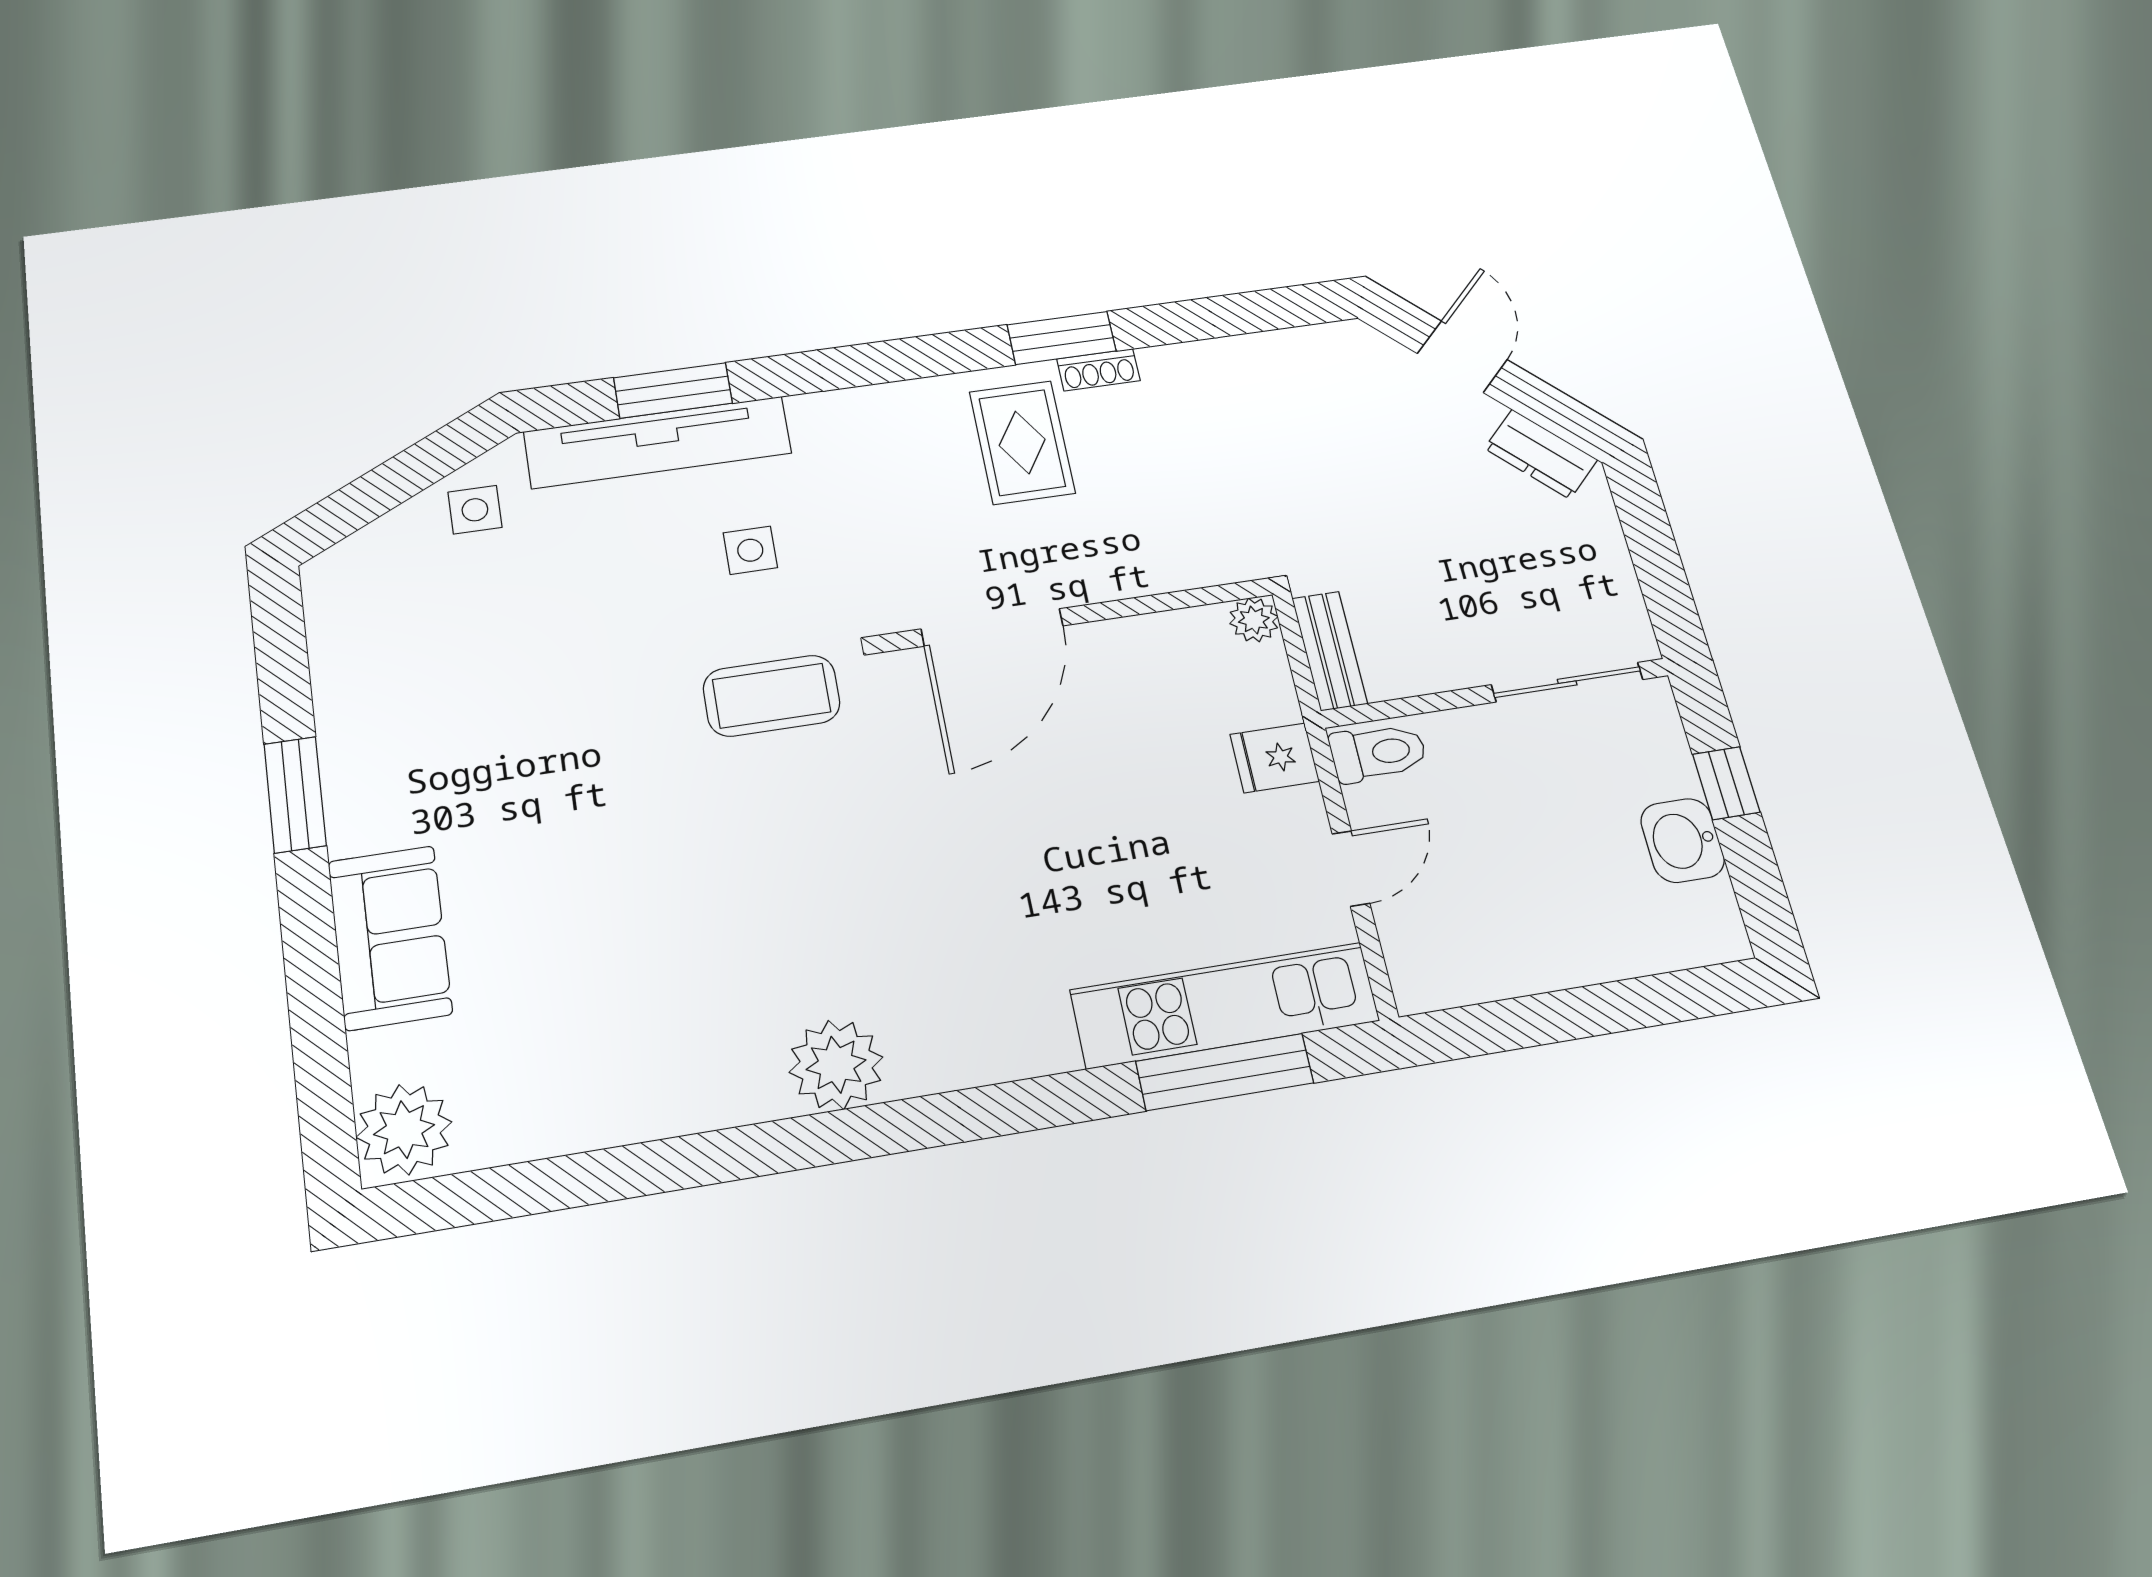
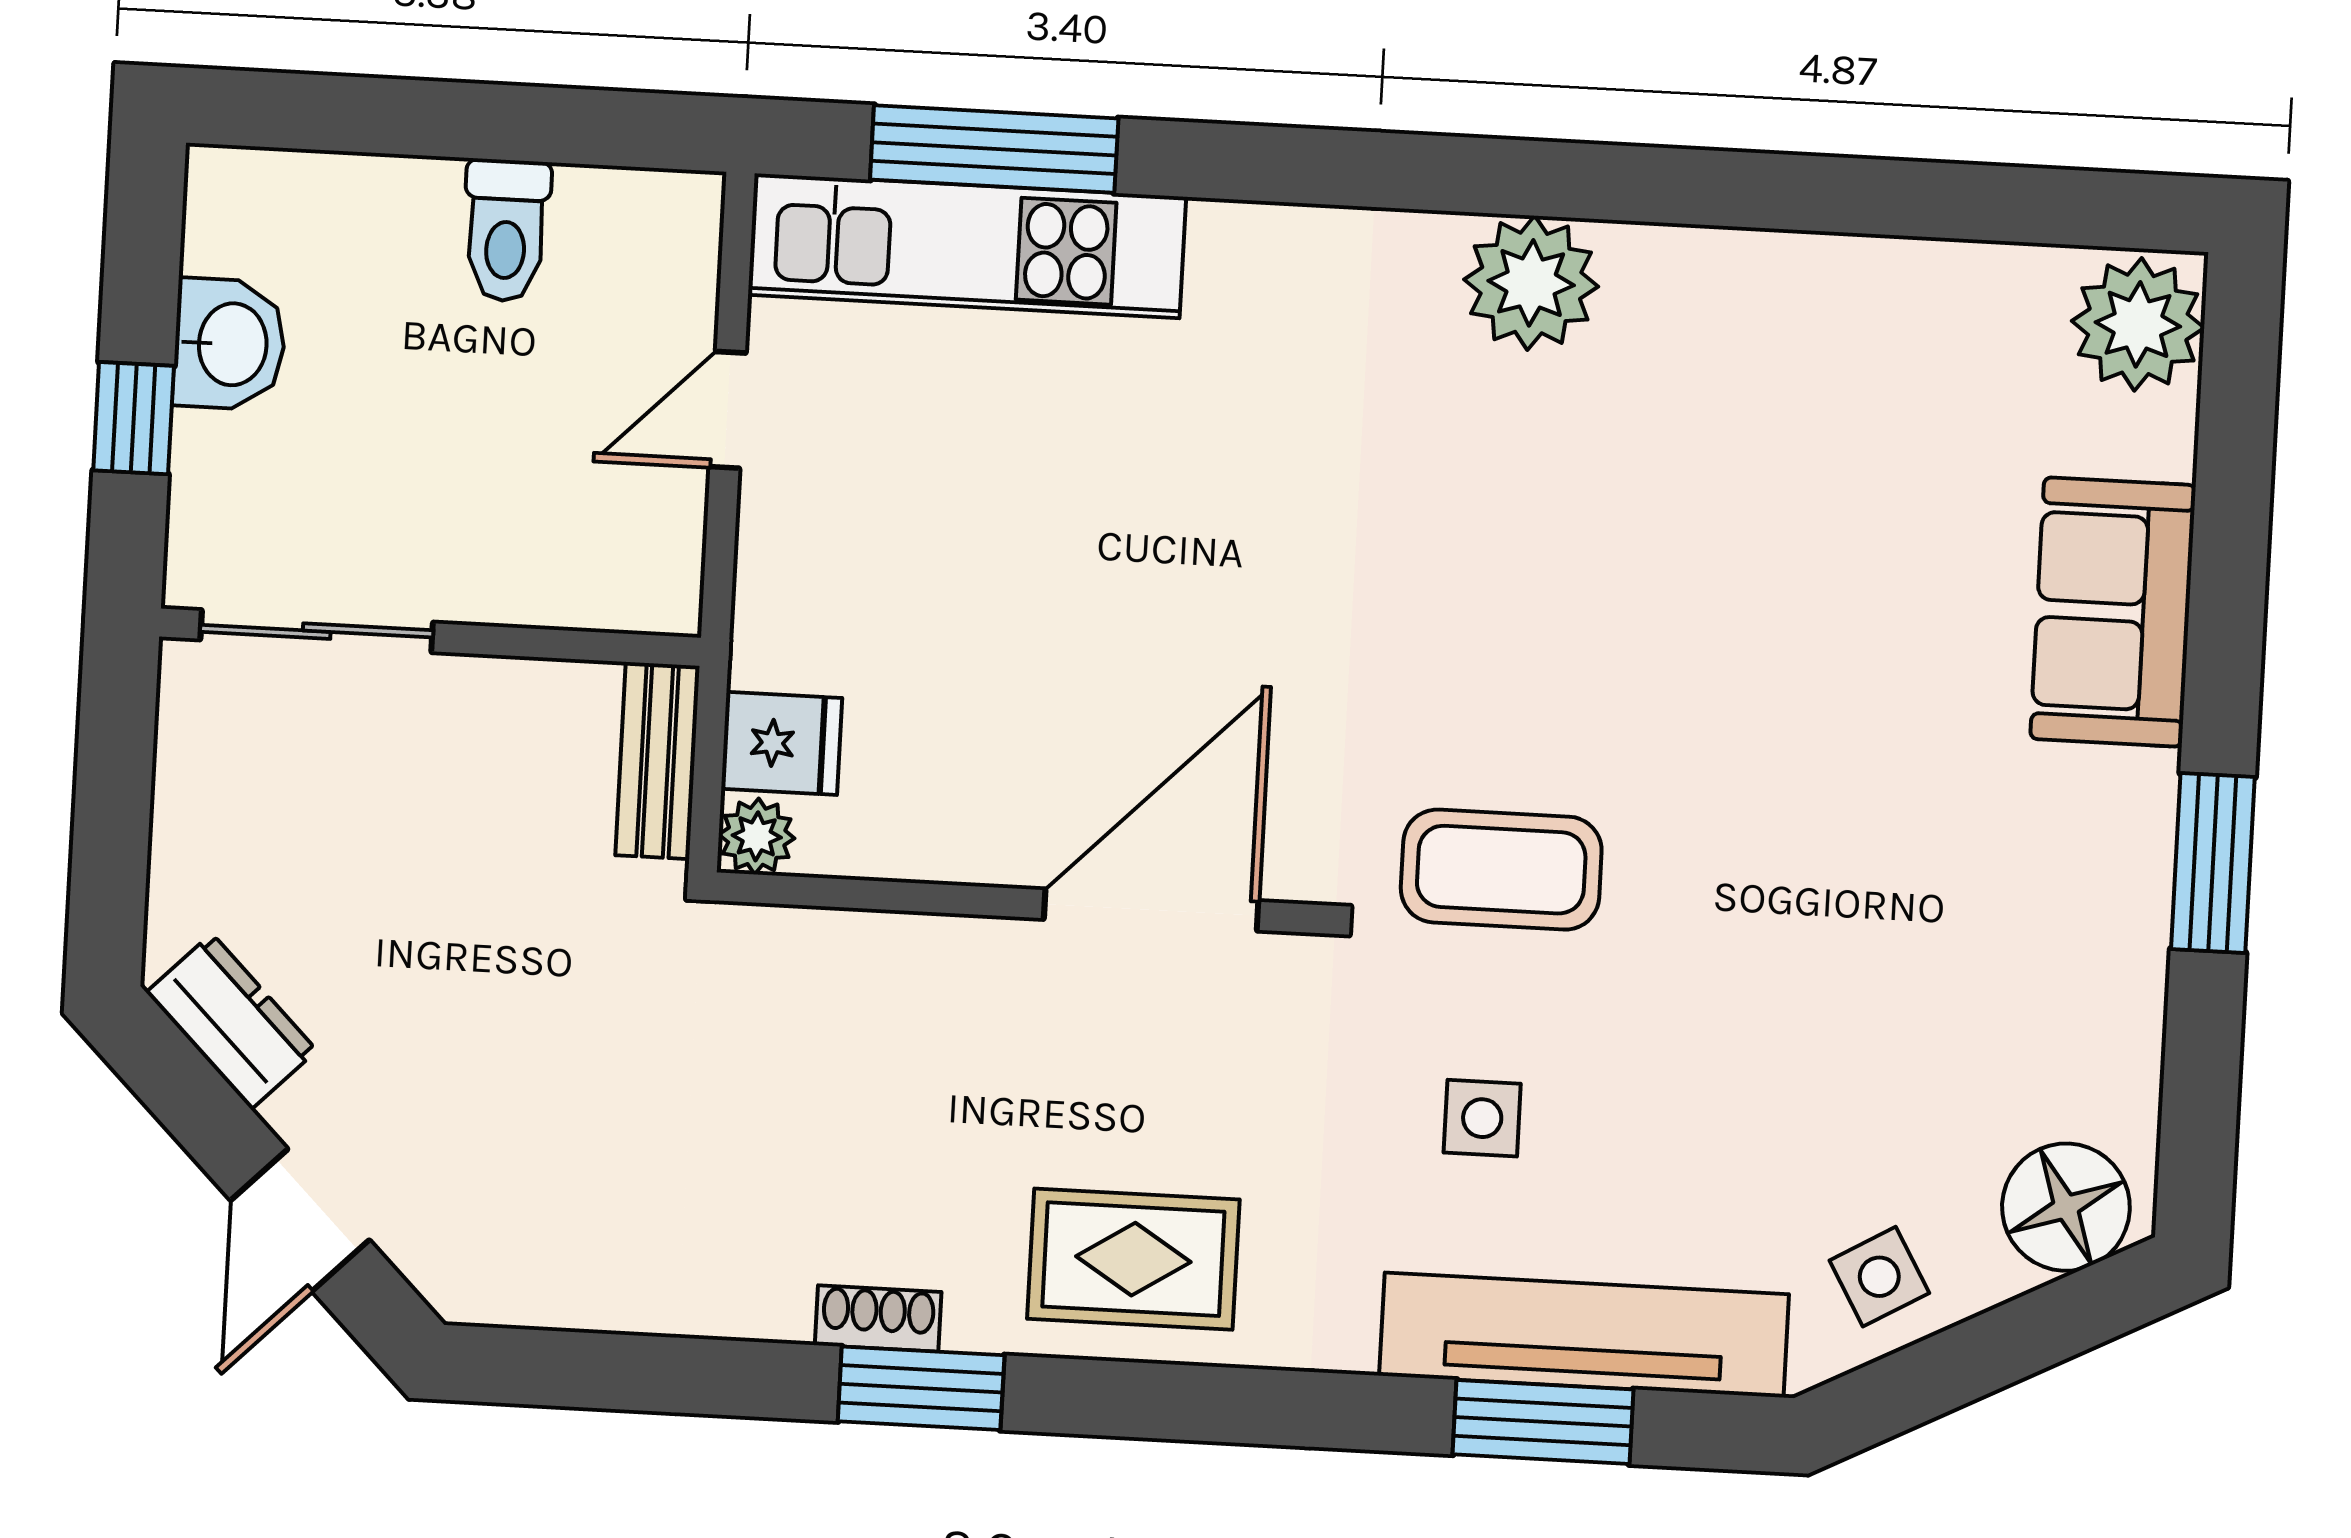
rug: (1022, 442) -> (1133, 1259), moved, turned 90
side table: (475, 510) -> (1879, 1277), turned -30
floor lamp: (360, 572) -> (2066, 1207), added
toilet: (1378, 753) -> (506, 230), moved, turned -90
fridge: (1275, 758) -> (782, 743), moved

